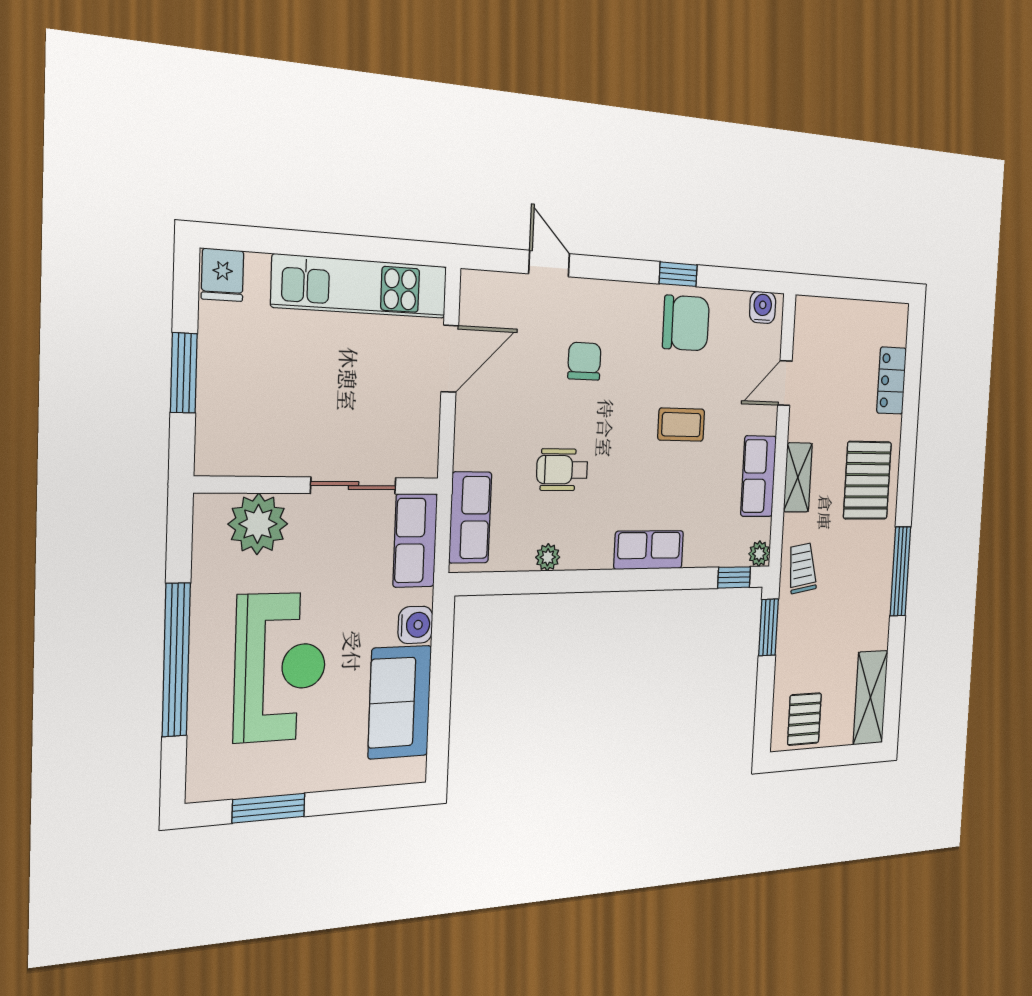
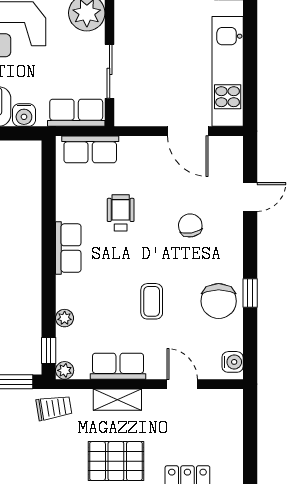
chair: (584, 361) -> (190, 225), turned -100
row of seats: (649, 550) -> (68, 248), moved
plant: (548, 557) -> (65, 318), moved

